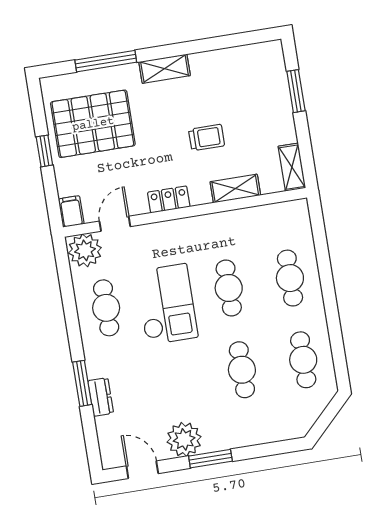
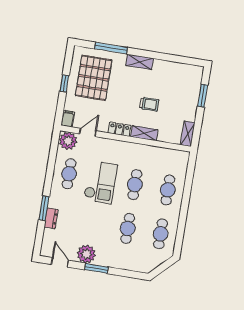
pallet: (93, 124) -> (94, 78), turned 90
shelving: (235, 189) -> (144, 133), moved

